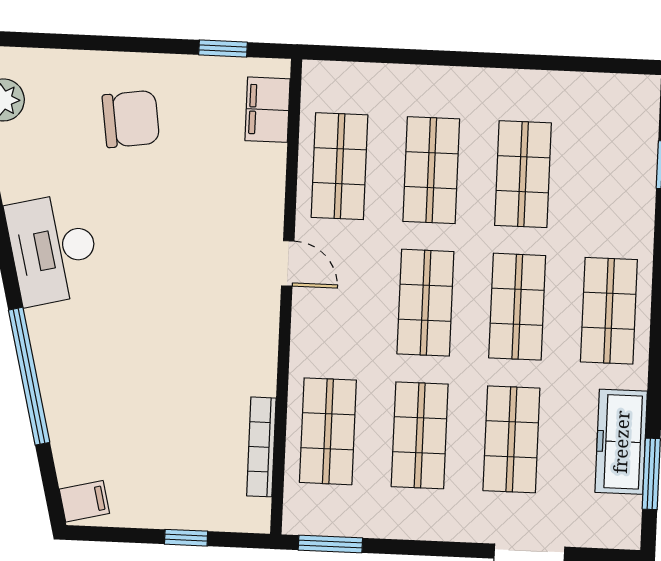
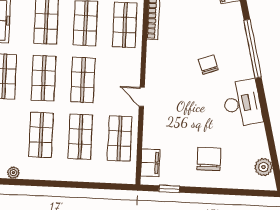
plant: (587, 86) -> (13, 173), added
chair: (131, 119) -> (209, 159), turned 98
chair: (133, 339) -> (208, 65), added

